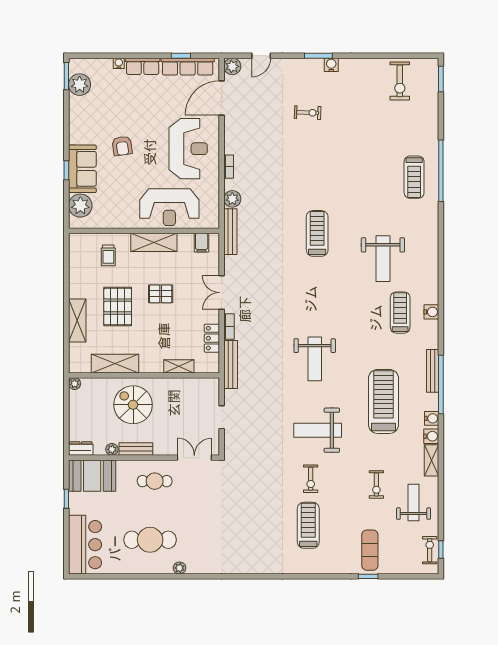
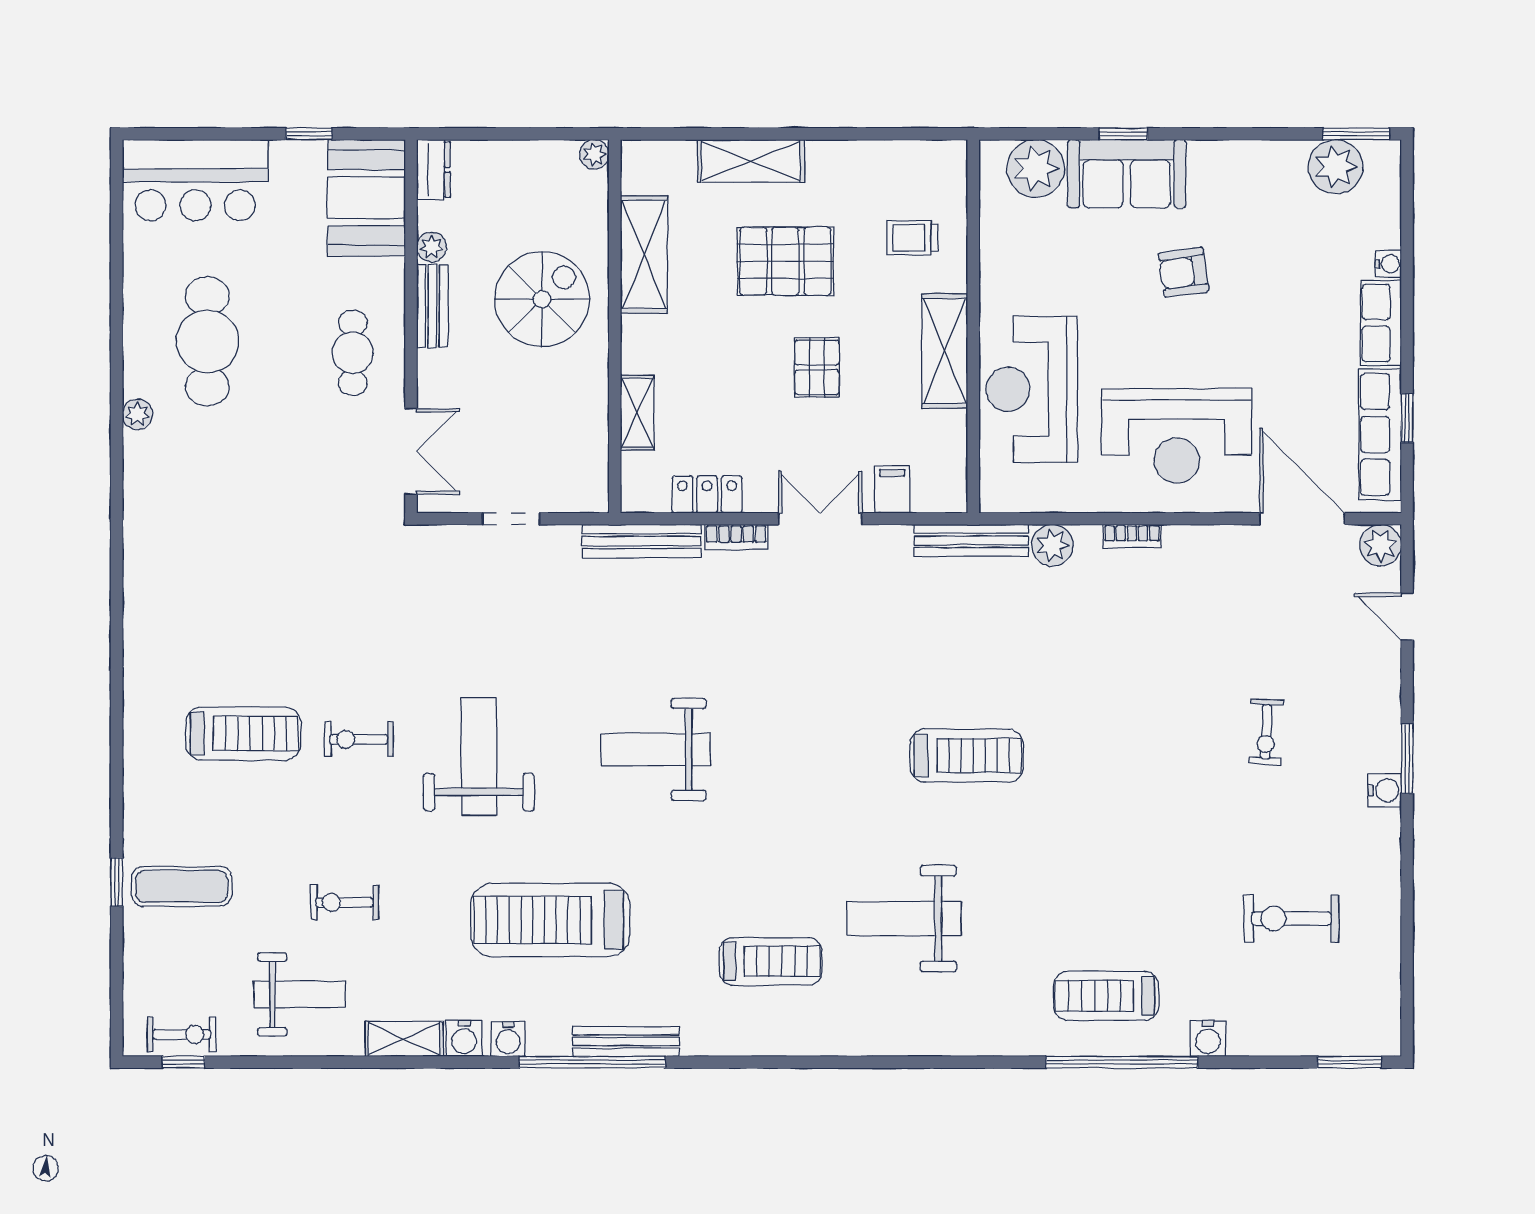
exercise bike: (400, 81) -> (1291, 919), moved
filing cabinet: (202, 243) -> (892, 489), moved, turned 90
water cooler: (431, 312) -> (1208, 1039), moved
treadmill: (383, 401) -> (550, 920), turned 180

